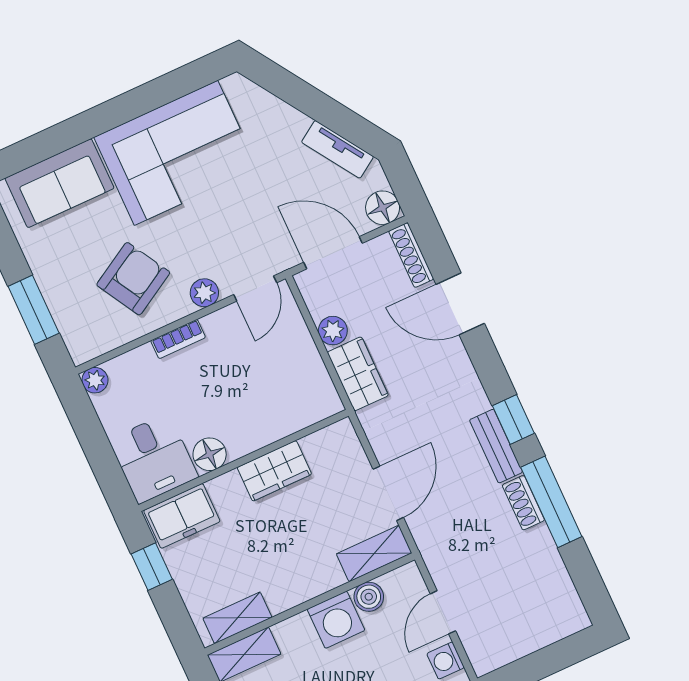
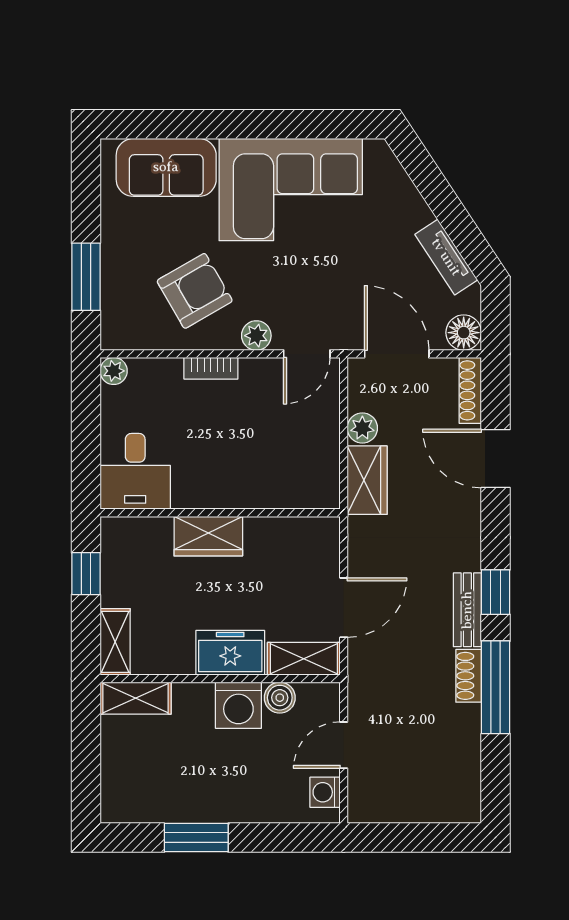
floor lamp: (210, 454) -> (190, 492), removed
wardrobe: (274, 471) -> (208, 536), moved
freezer: (182, 516) -> (230, 653), moved, turned 180
shelving: (237, 618) -> (115, 642), moved, turned 90

